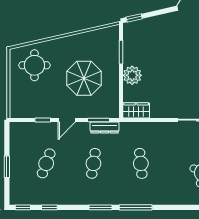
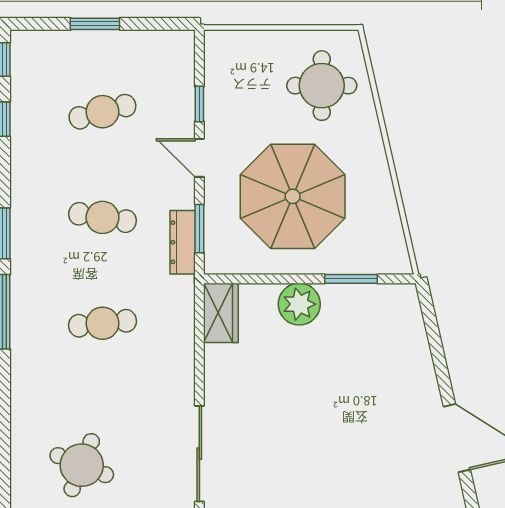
window: (134, 18) -> (427, 309), removed
parasol: (84, 78) -> (293, 196), width x1.36, depth x1.36
cafe table: (46, 163) -> (102, 112), turned -36

